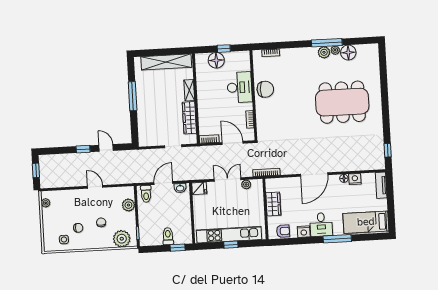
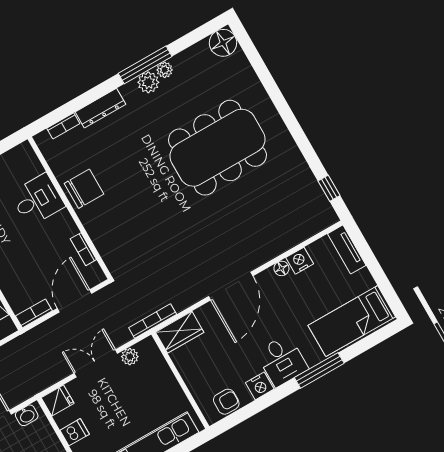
dresser: (294, 53) -> (100, 108), added
floor lamp: (348, 53) -> (223, 43), moved
desk: (240, 87) -> (37, 200), width x0.73
door: (233, 143) -> (74, 301), hinge flipped
wardrobe: (273, 204) -> (180, 332), moved, turned 90
dishwasher: (200, 208) -> (75, 432), added

